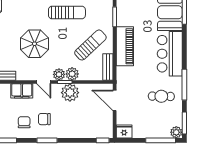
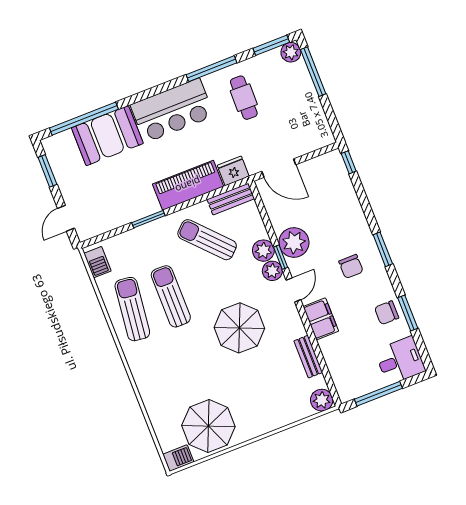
door: (115, 100) -> (279, 168), hinge flipped
chair: (24, 122) -> (387, 313), moved
fridge: (124, 132) -> (233, 171), moved, turned 90

